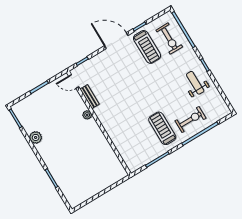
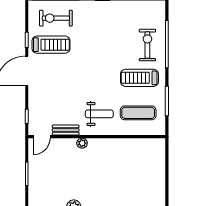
exercise bike: (169, 39) -> (56, 18), turned 180
weight bench: (195, 83) -> (99, 114), moved, turned 180
exercise mat: (135, 143) -> (138, 113), added

